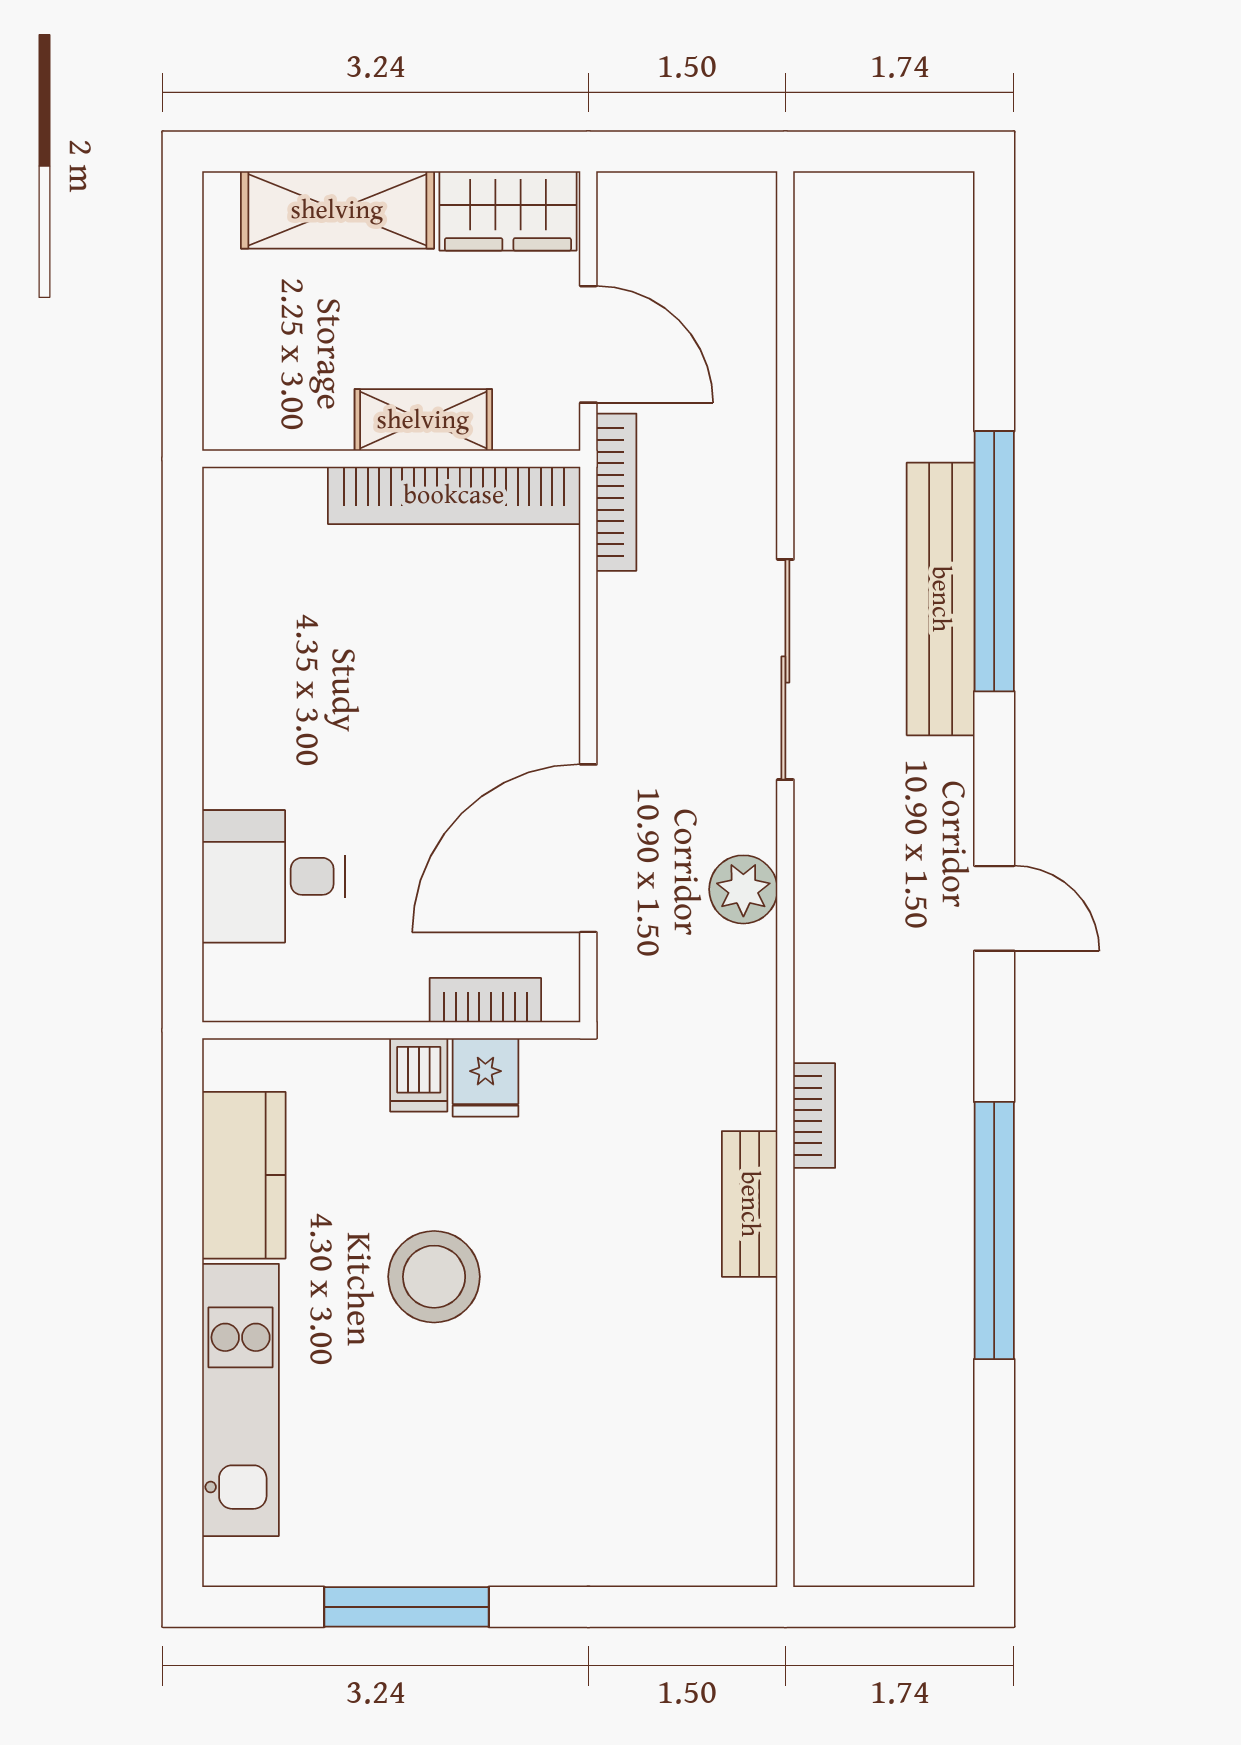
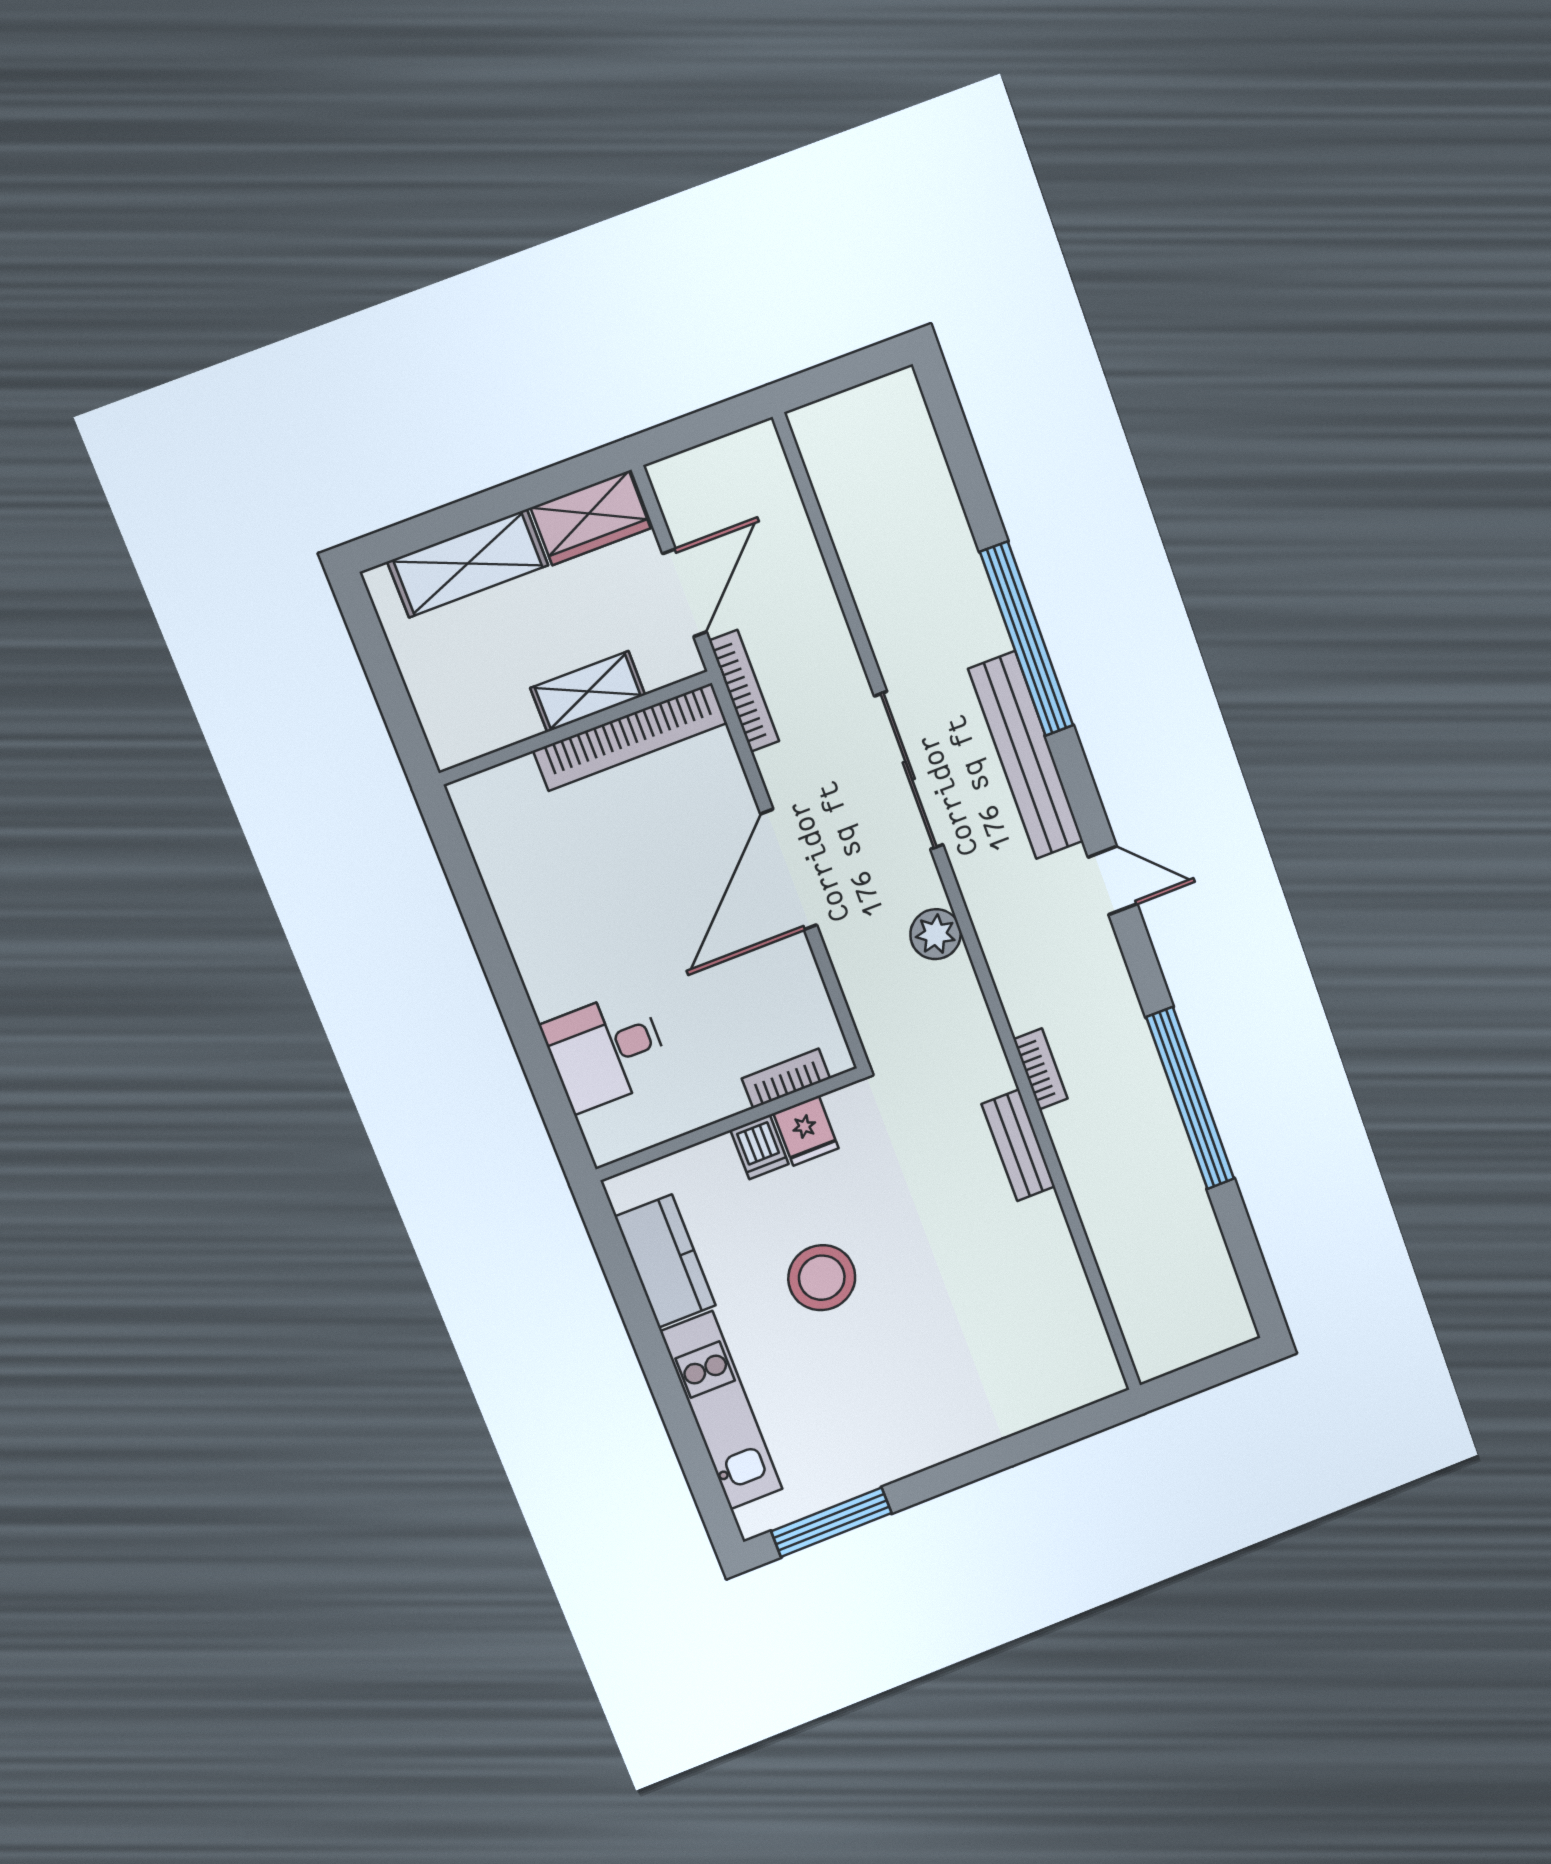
door: (588, 344) -> (685, 593), hinge flipped
bench: (941, 599) -> (1026, 755), moved
door: (588, 848) -> (789, 870), moved
window: (407, 1607) -> (831, 1522), moved

